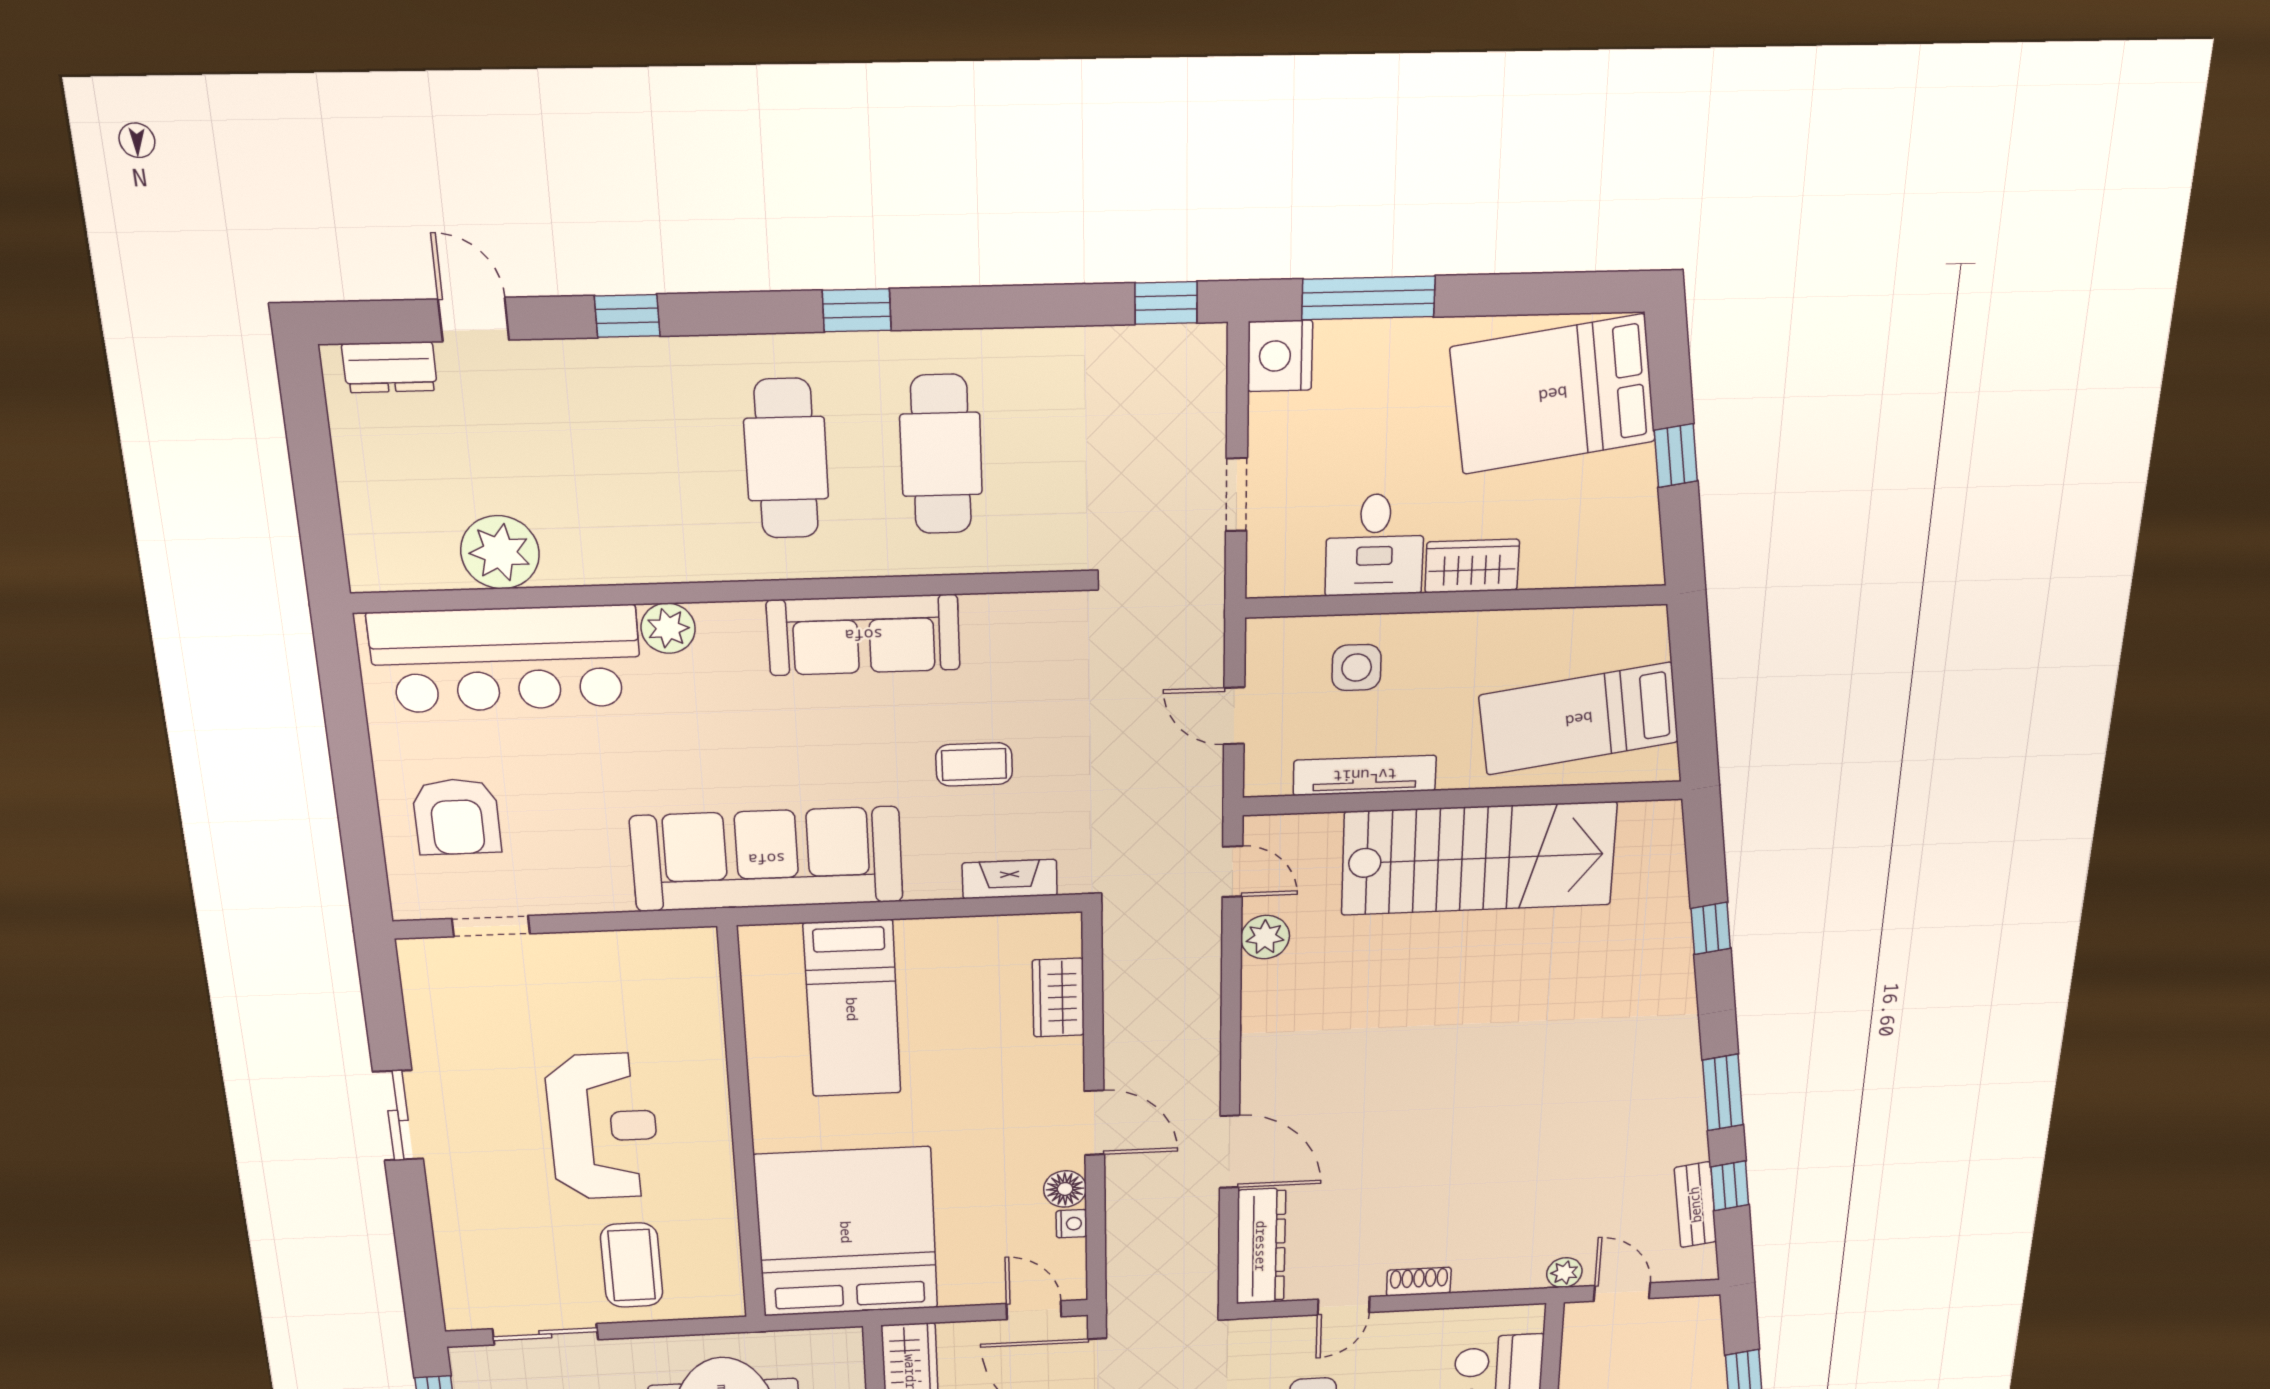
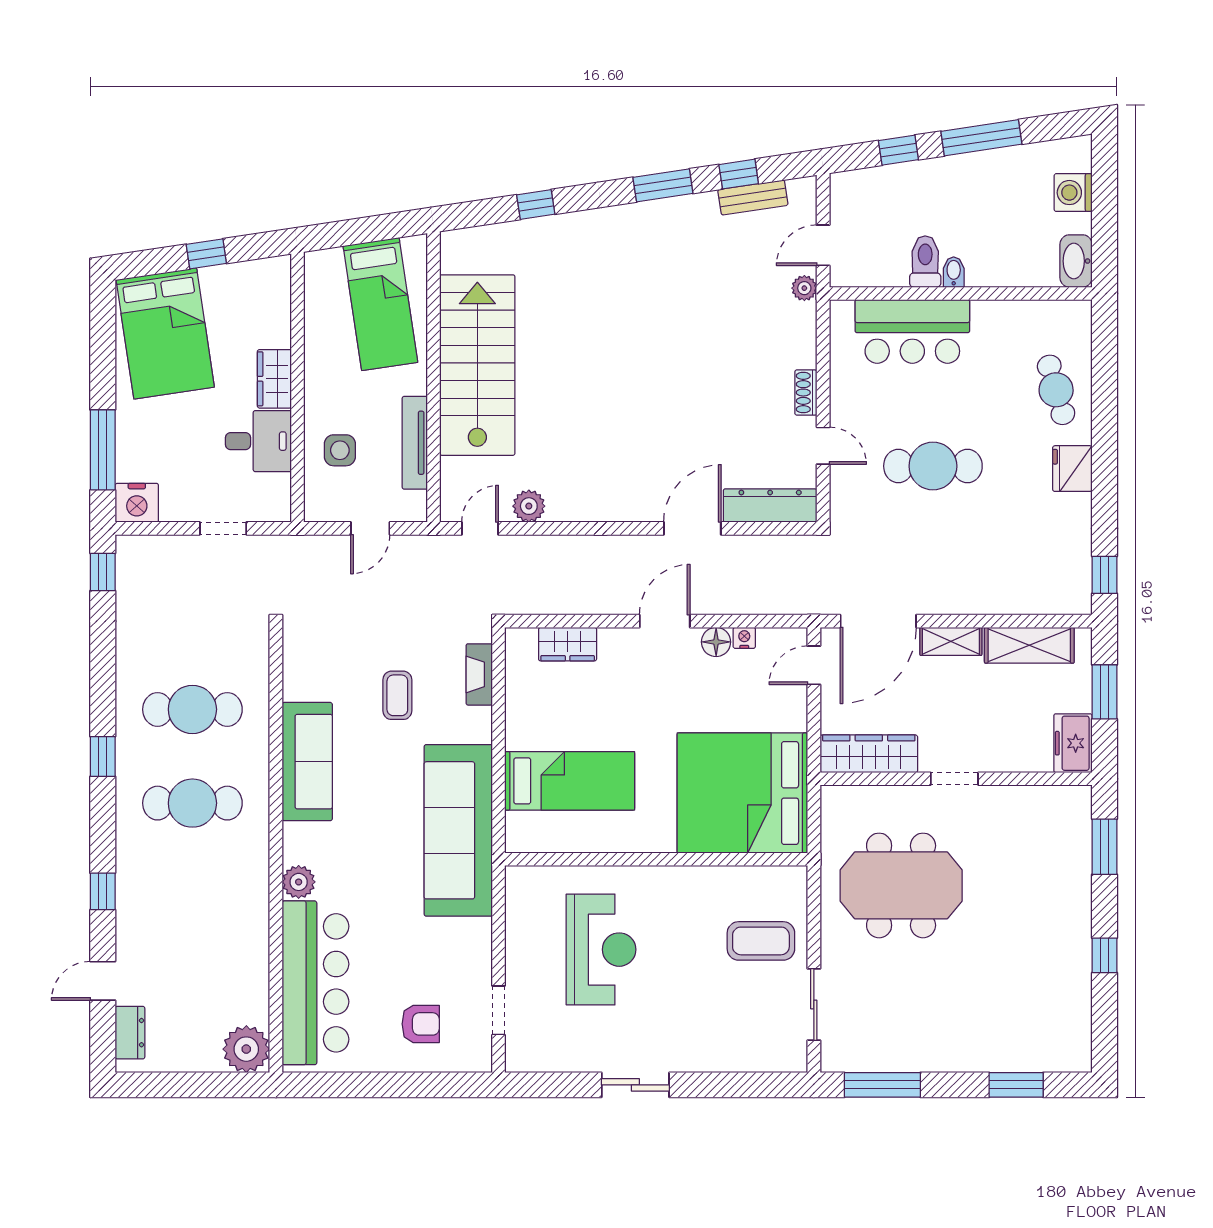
plant: (500, 552) -> (246, 1049), moved
armchair: (457, 817) -> (421, 1024), width x0.72, depth x0.72
reception desk: (603, 1127) -> (601, 950), moved, turned 90

